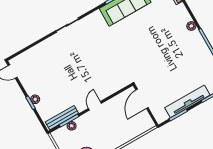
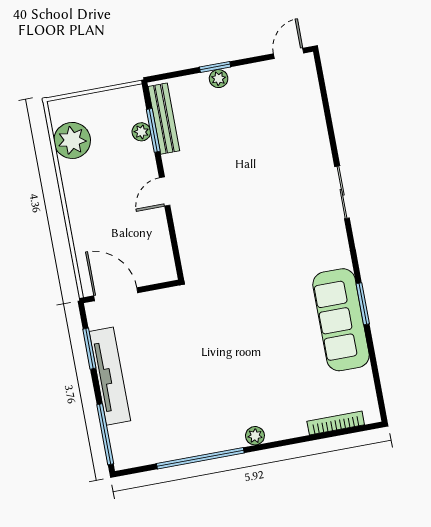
door: (142, 99) -> (116, 294), moved
door: (95, 106) -> (165, 191), swing flipped

